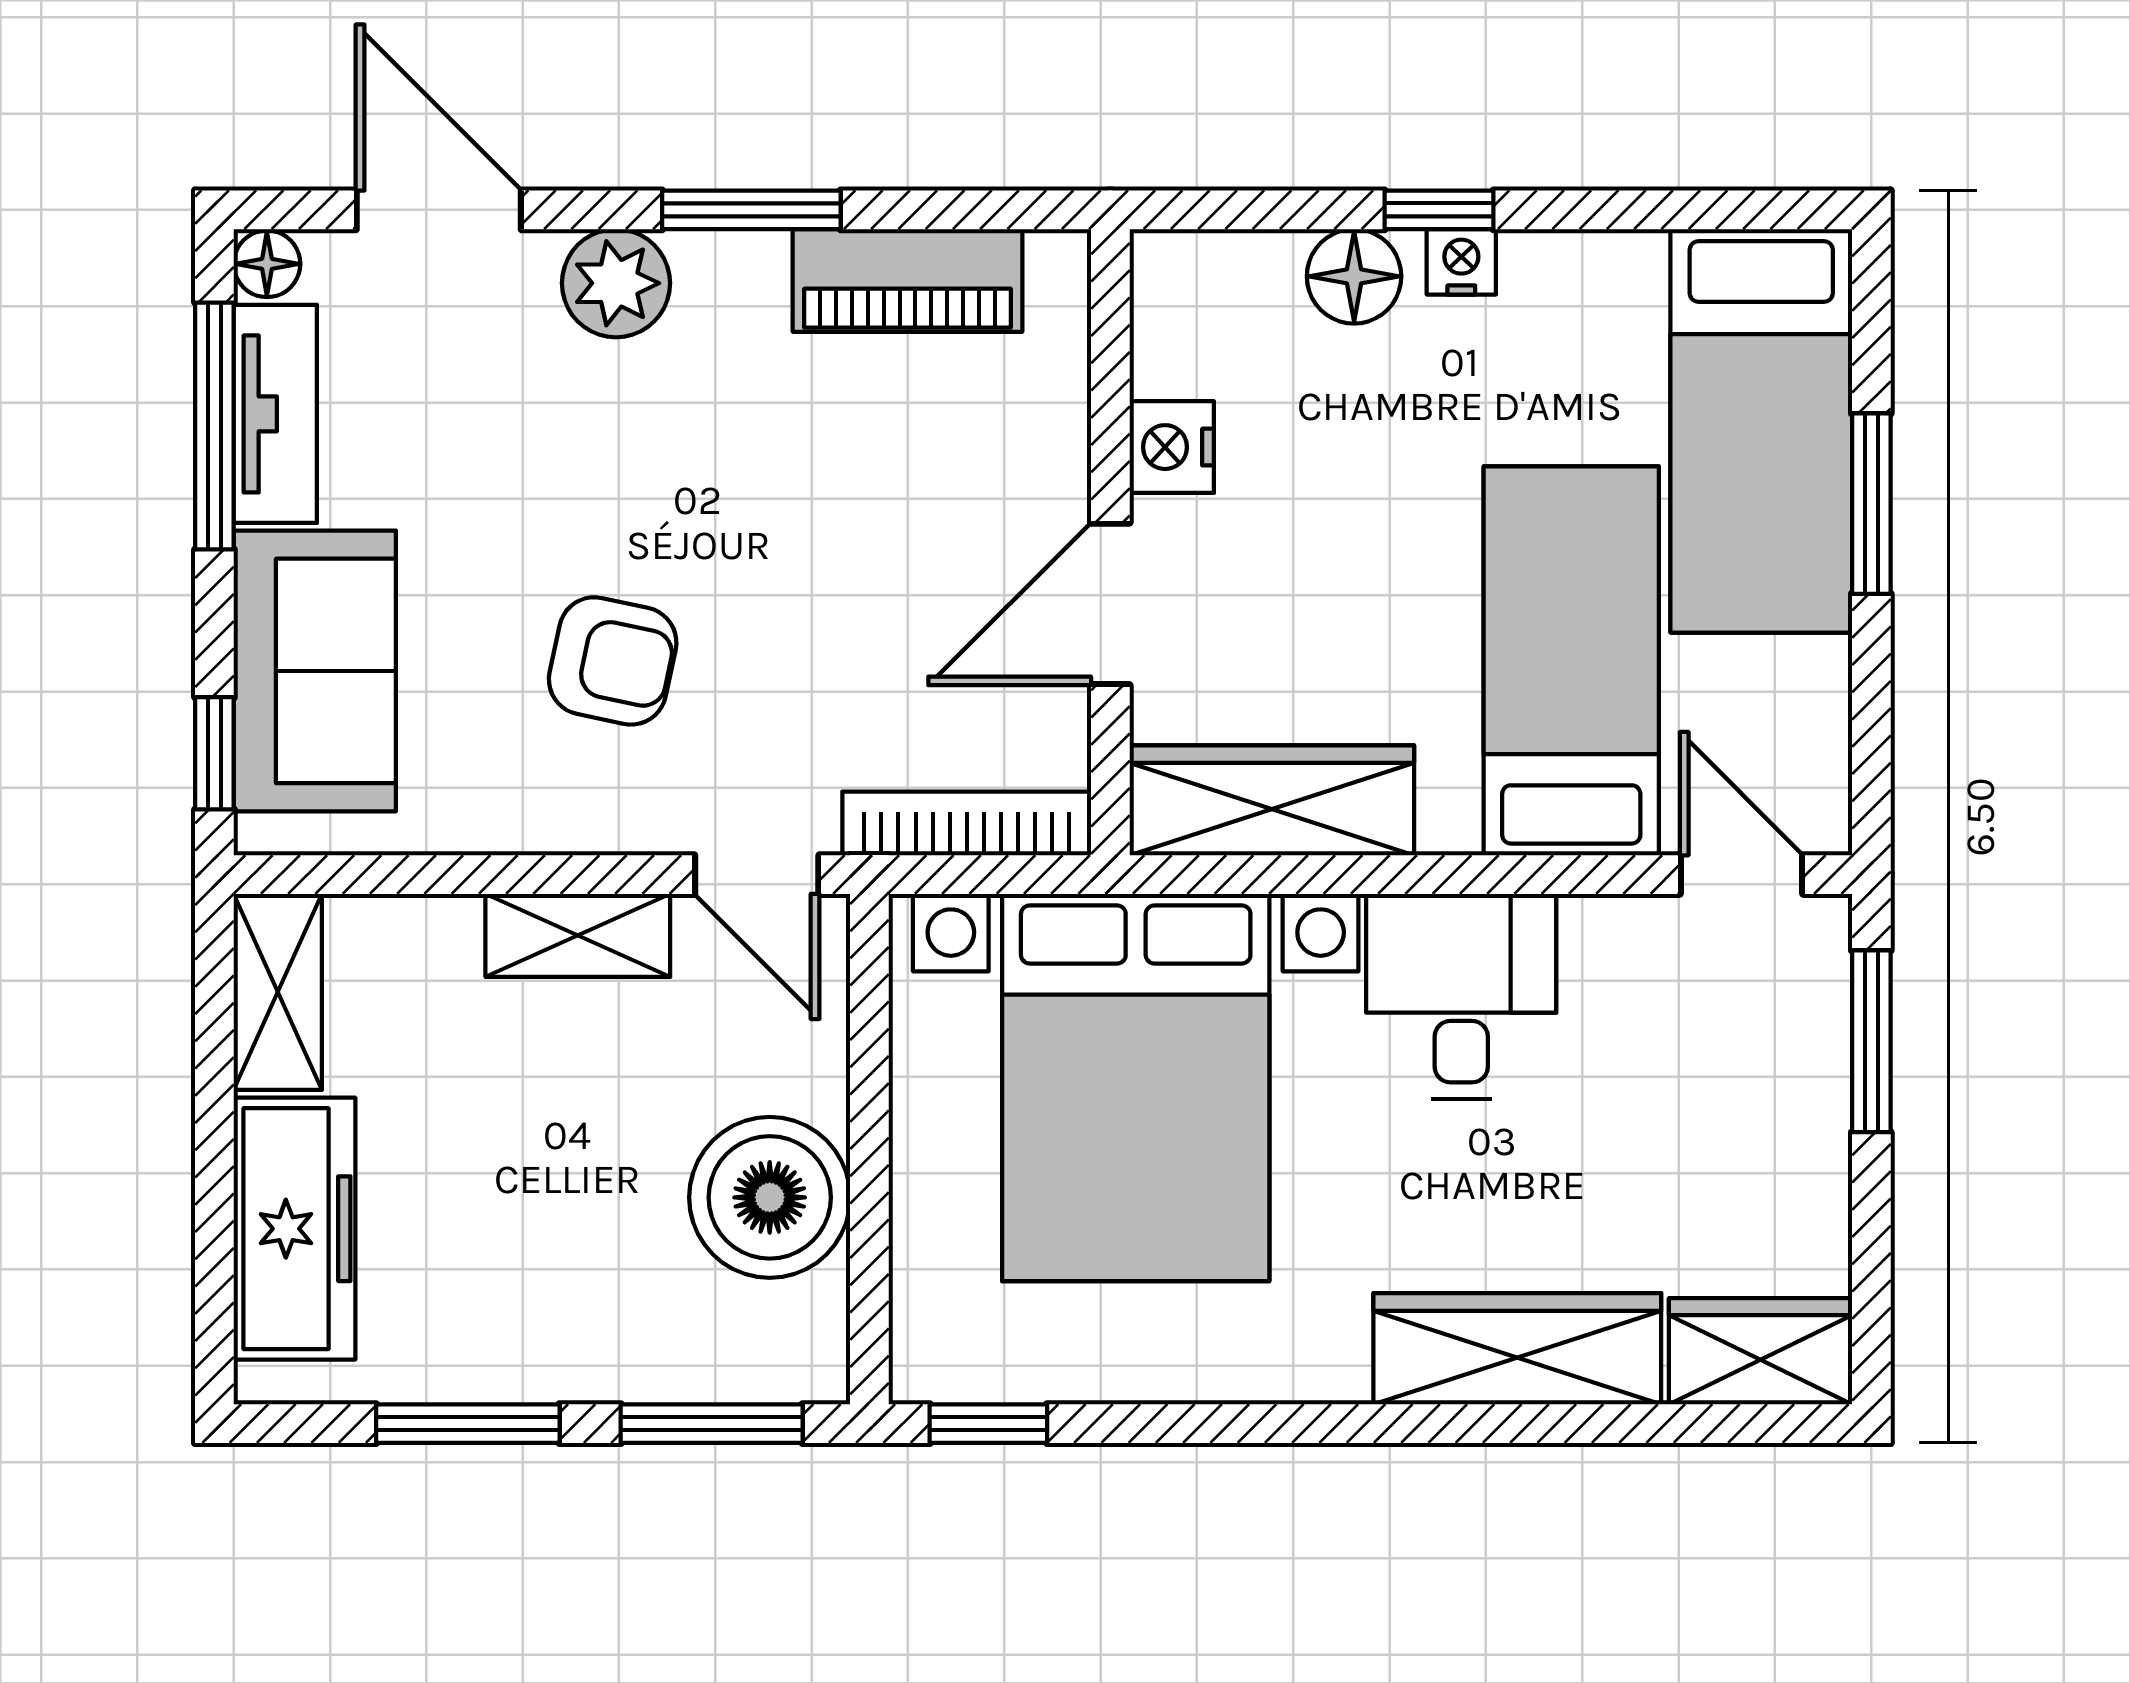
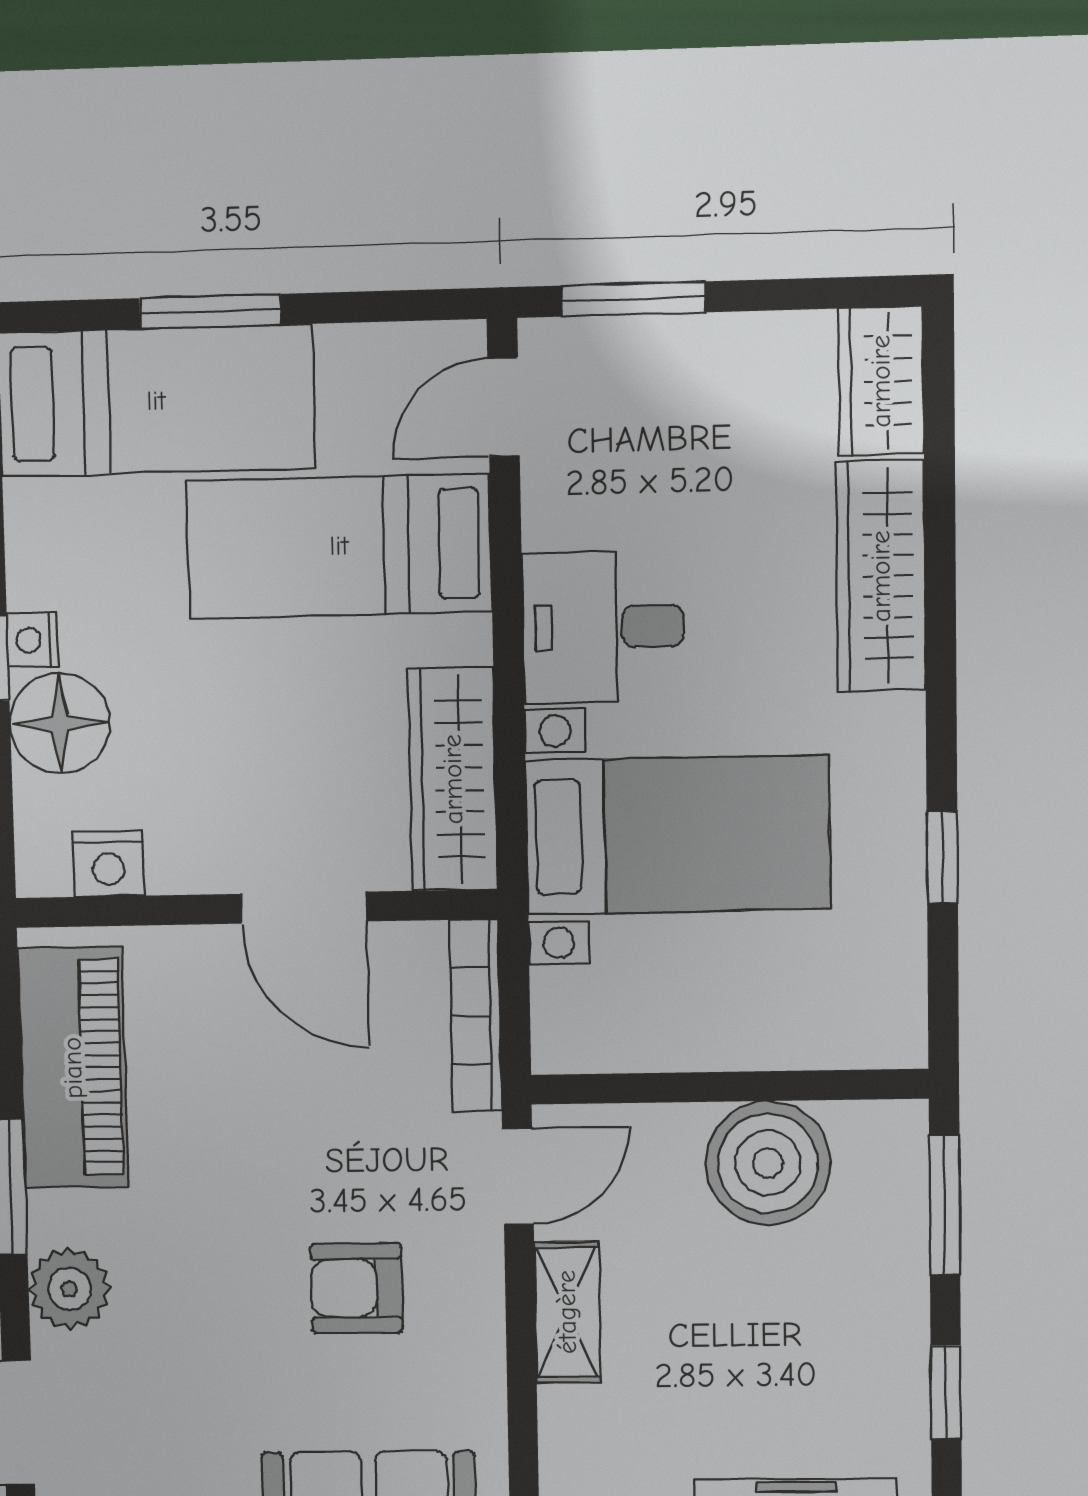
floor lamp: (1354, 276) -> (60, 723), width x1.38, depth x1.38
piano: (908, 280) -> (73, 1068), width x1.37, depth x1.33
nightstand: (1172, 447) -> (109, 864), moved
armchair: (613, 661) -> (356, 1288), turned -102
bed with nightstands: (1136, 1087) -> (678, 835), width x0.73
window: (468, 1424) -> (946, 1392), width x0.67
window: (988, 1424) -> (942, 857), moved

